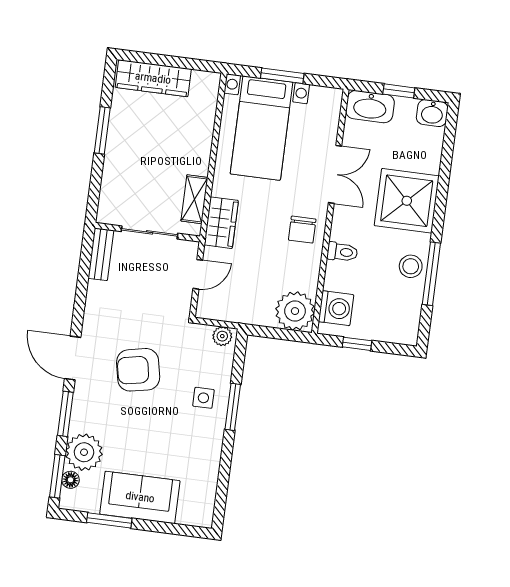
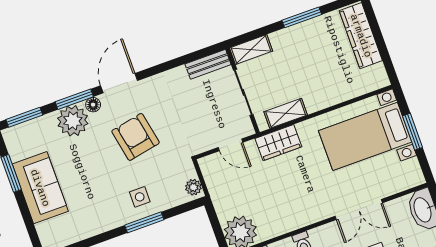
shelving: (109, 201) -> (251, 49), added
chair: (302, 230) -> (304, 206), removed
plant: (84, 452) -> (73, 121), moved
floor lamp: (70, 480) -> (93, 105), moved

